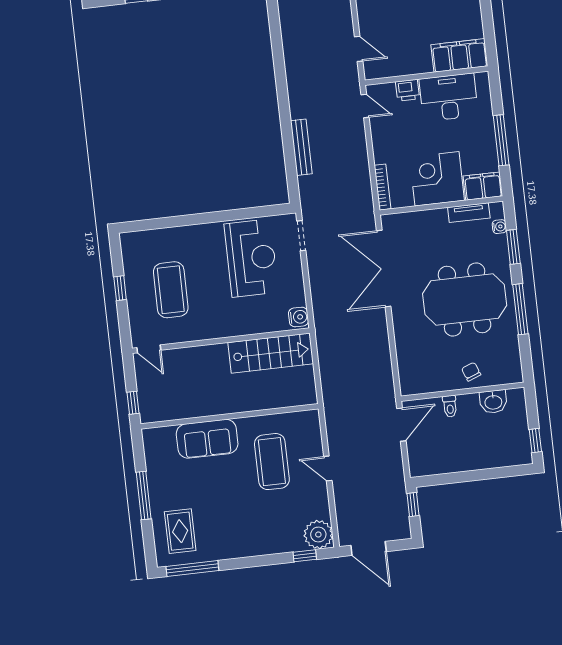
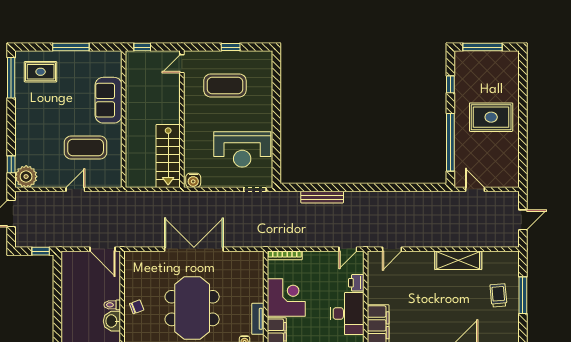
double door: (384, 269) -> (194, 249), moved
toilet: (450, 406) -> (112, 305), moved

